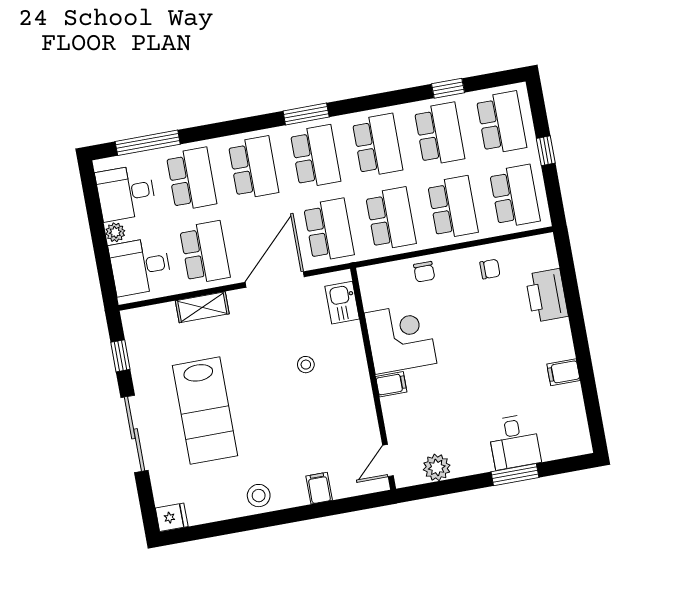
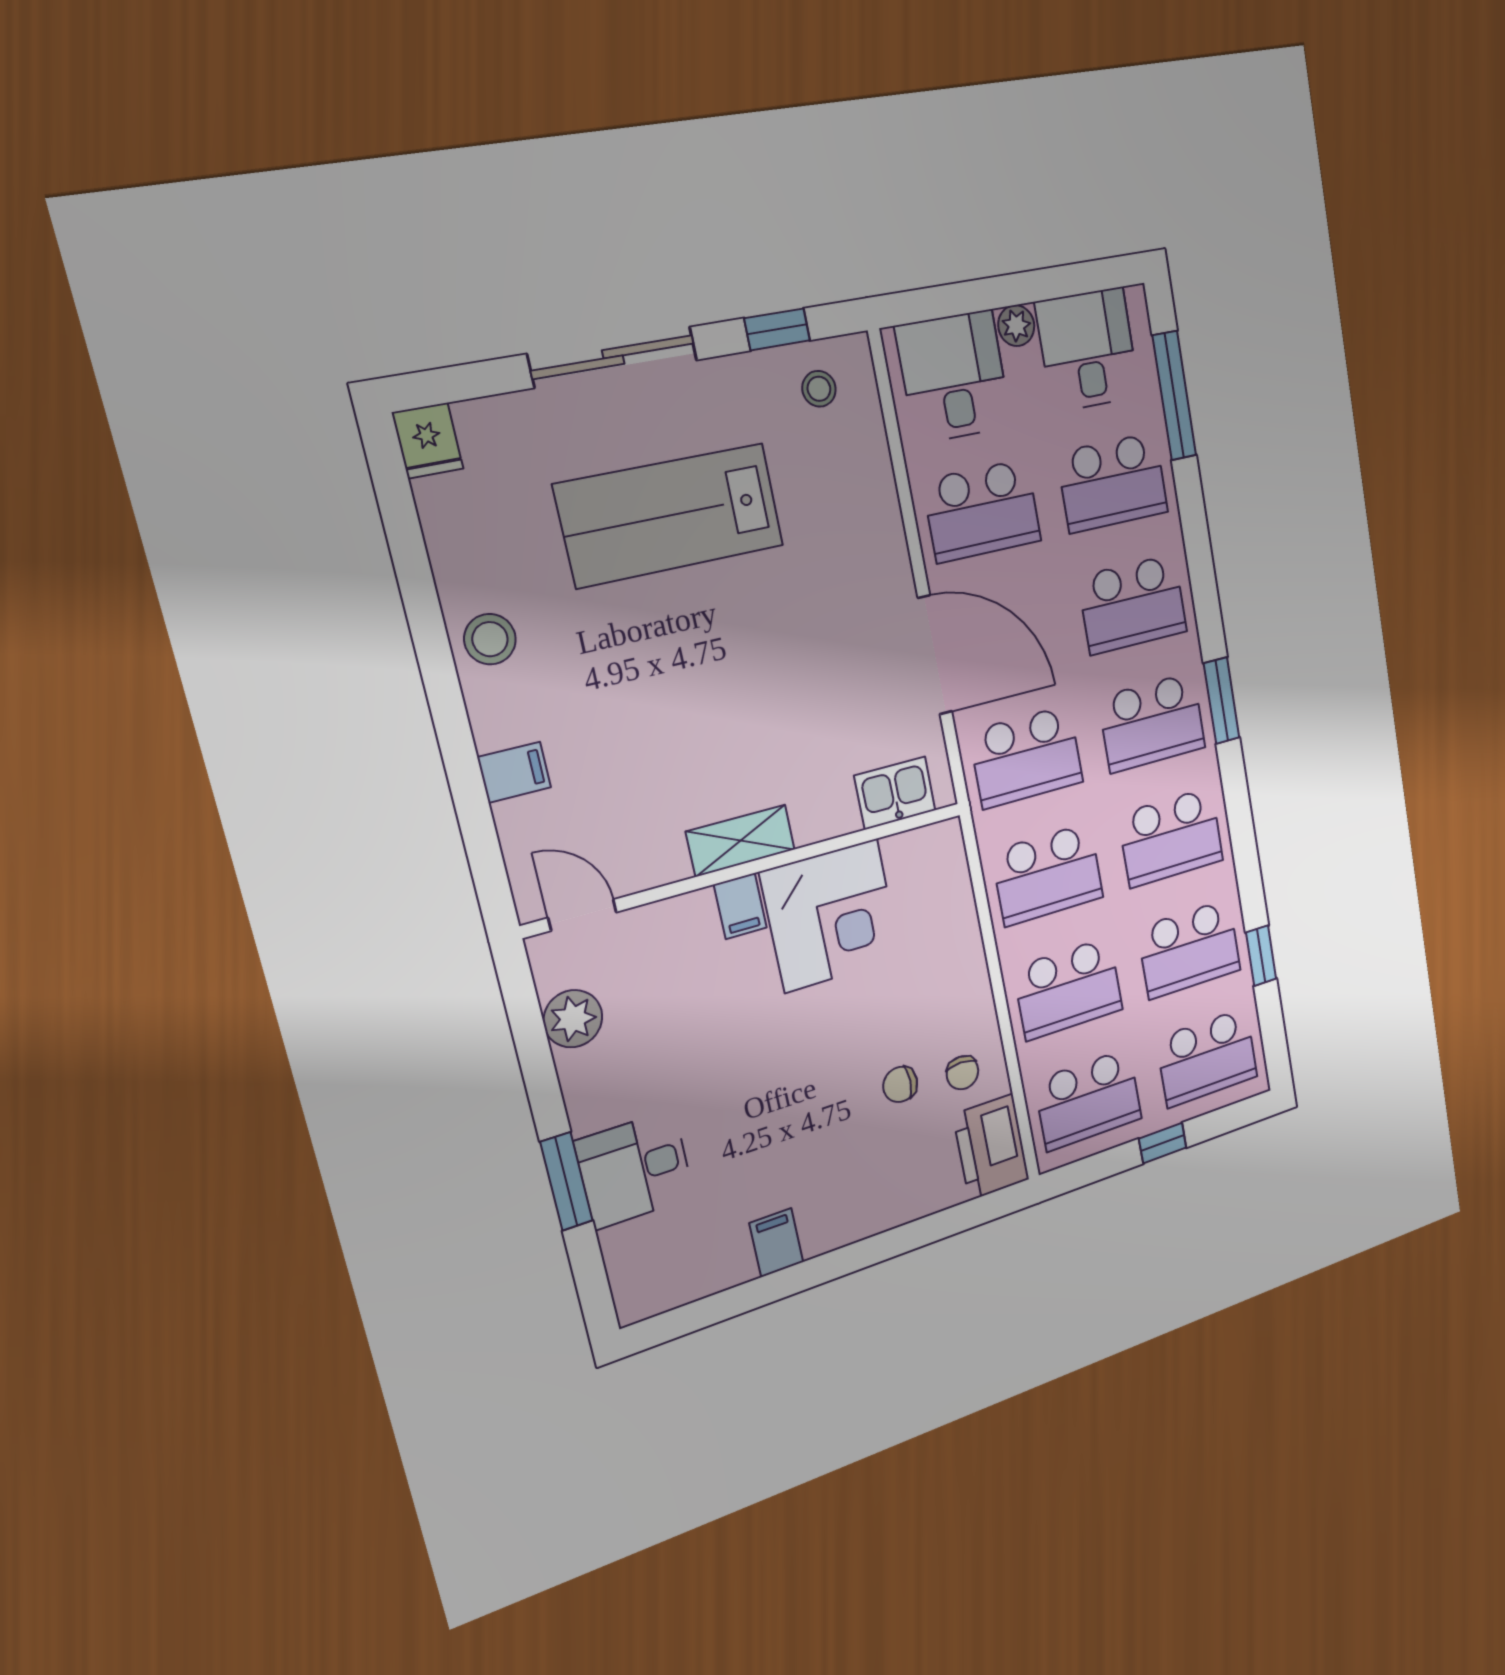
chair: (424, 272) -> (900, 1084), moved
printer: (547, 295) -> (991, 1147), moved, turned -90
shelving: (202, 307) -> (741, 841), moved, turned 90
stool: (306, 365) -> (819, 389), moved

